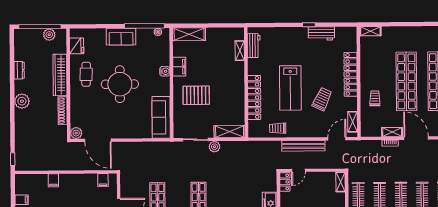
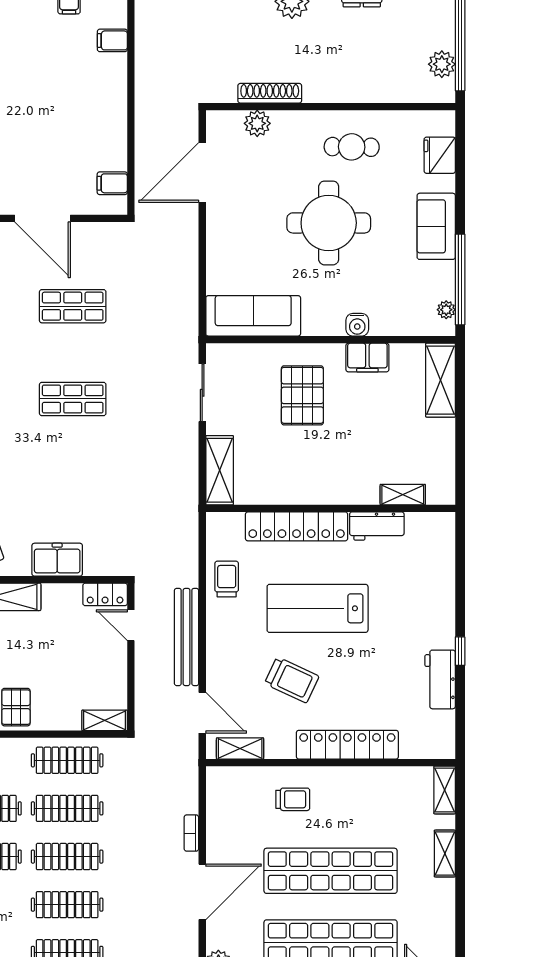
fridge: (77, 46) -> (440, 155), moved, turned 90
workbench: (254, 46) -> (377, 526), moved
wardrobe: (60, 75) -> (351, 88), removed
shelving: (392, 132) -> (445, 854), moved
plant: (76, 133) -> (257, 123), moved
plant: (214, 147) -> (186, 436), removed
filing cabinet: (53, 180) -> (112, 40), moved

